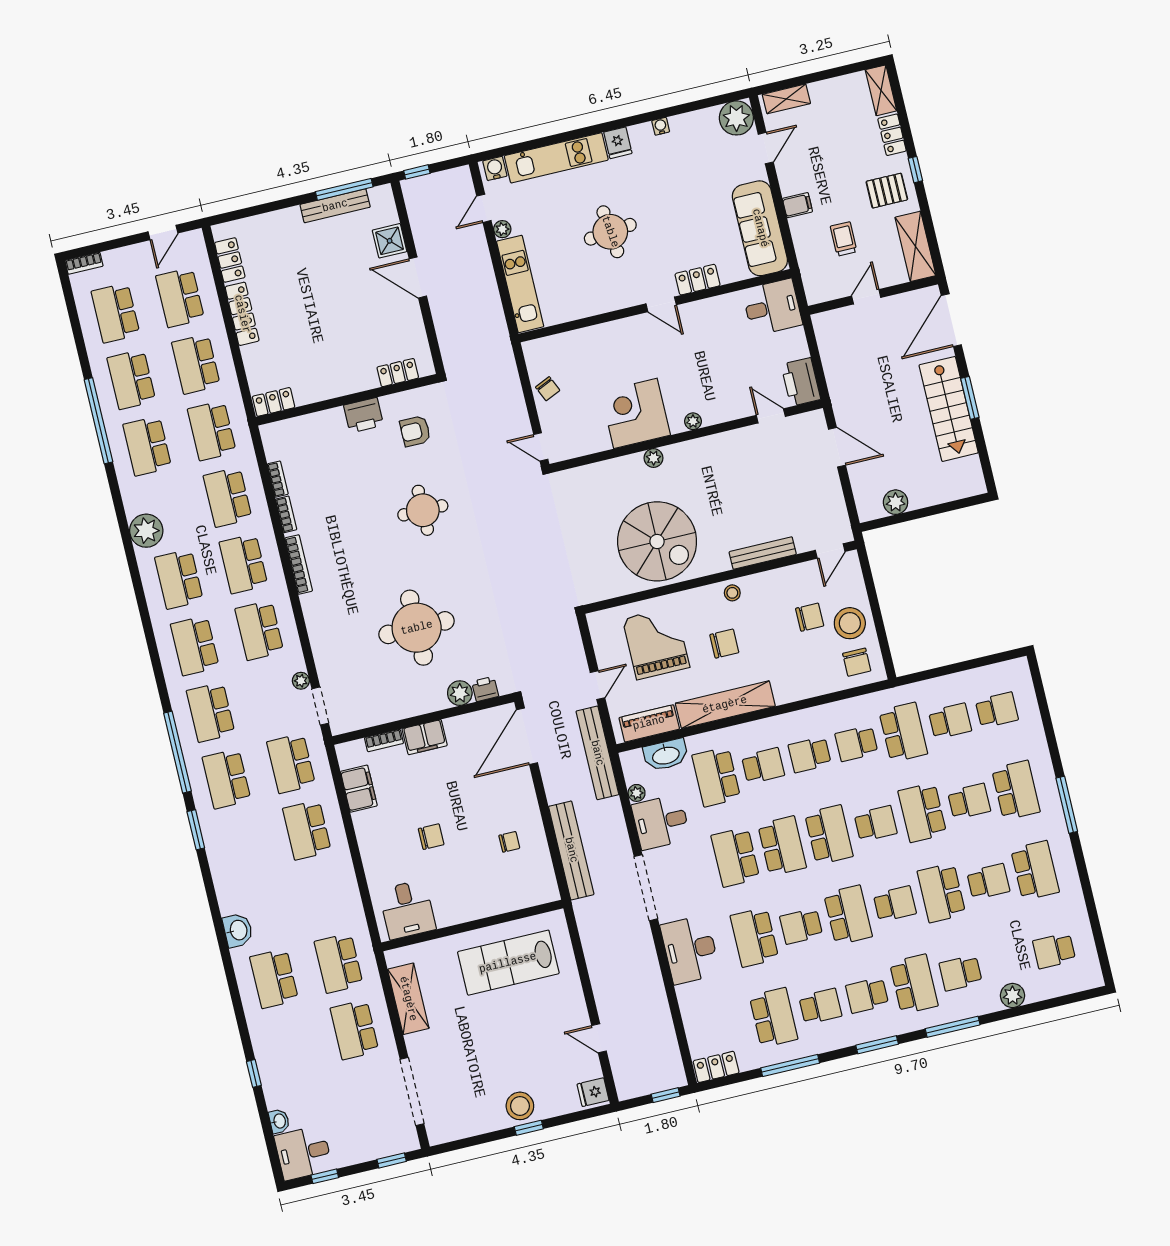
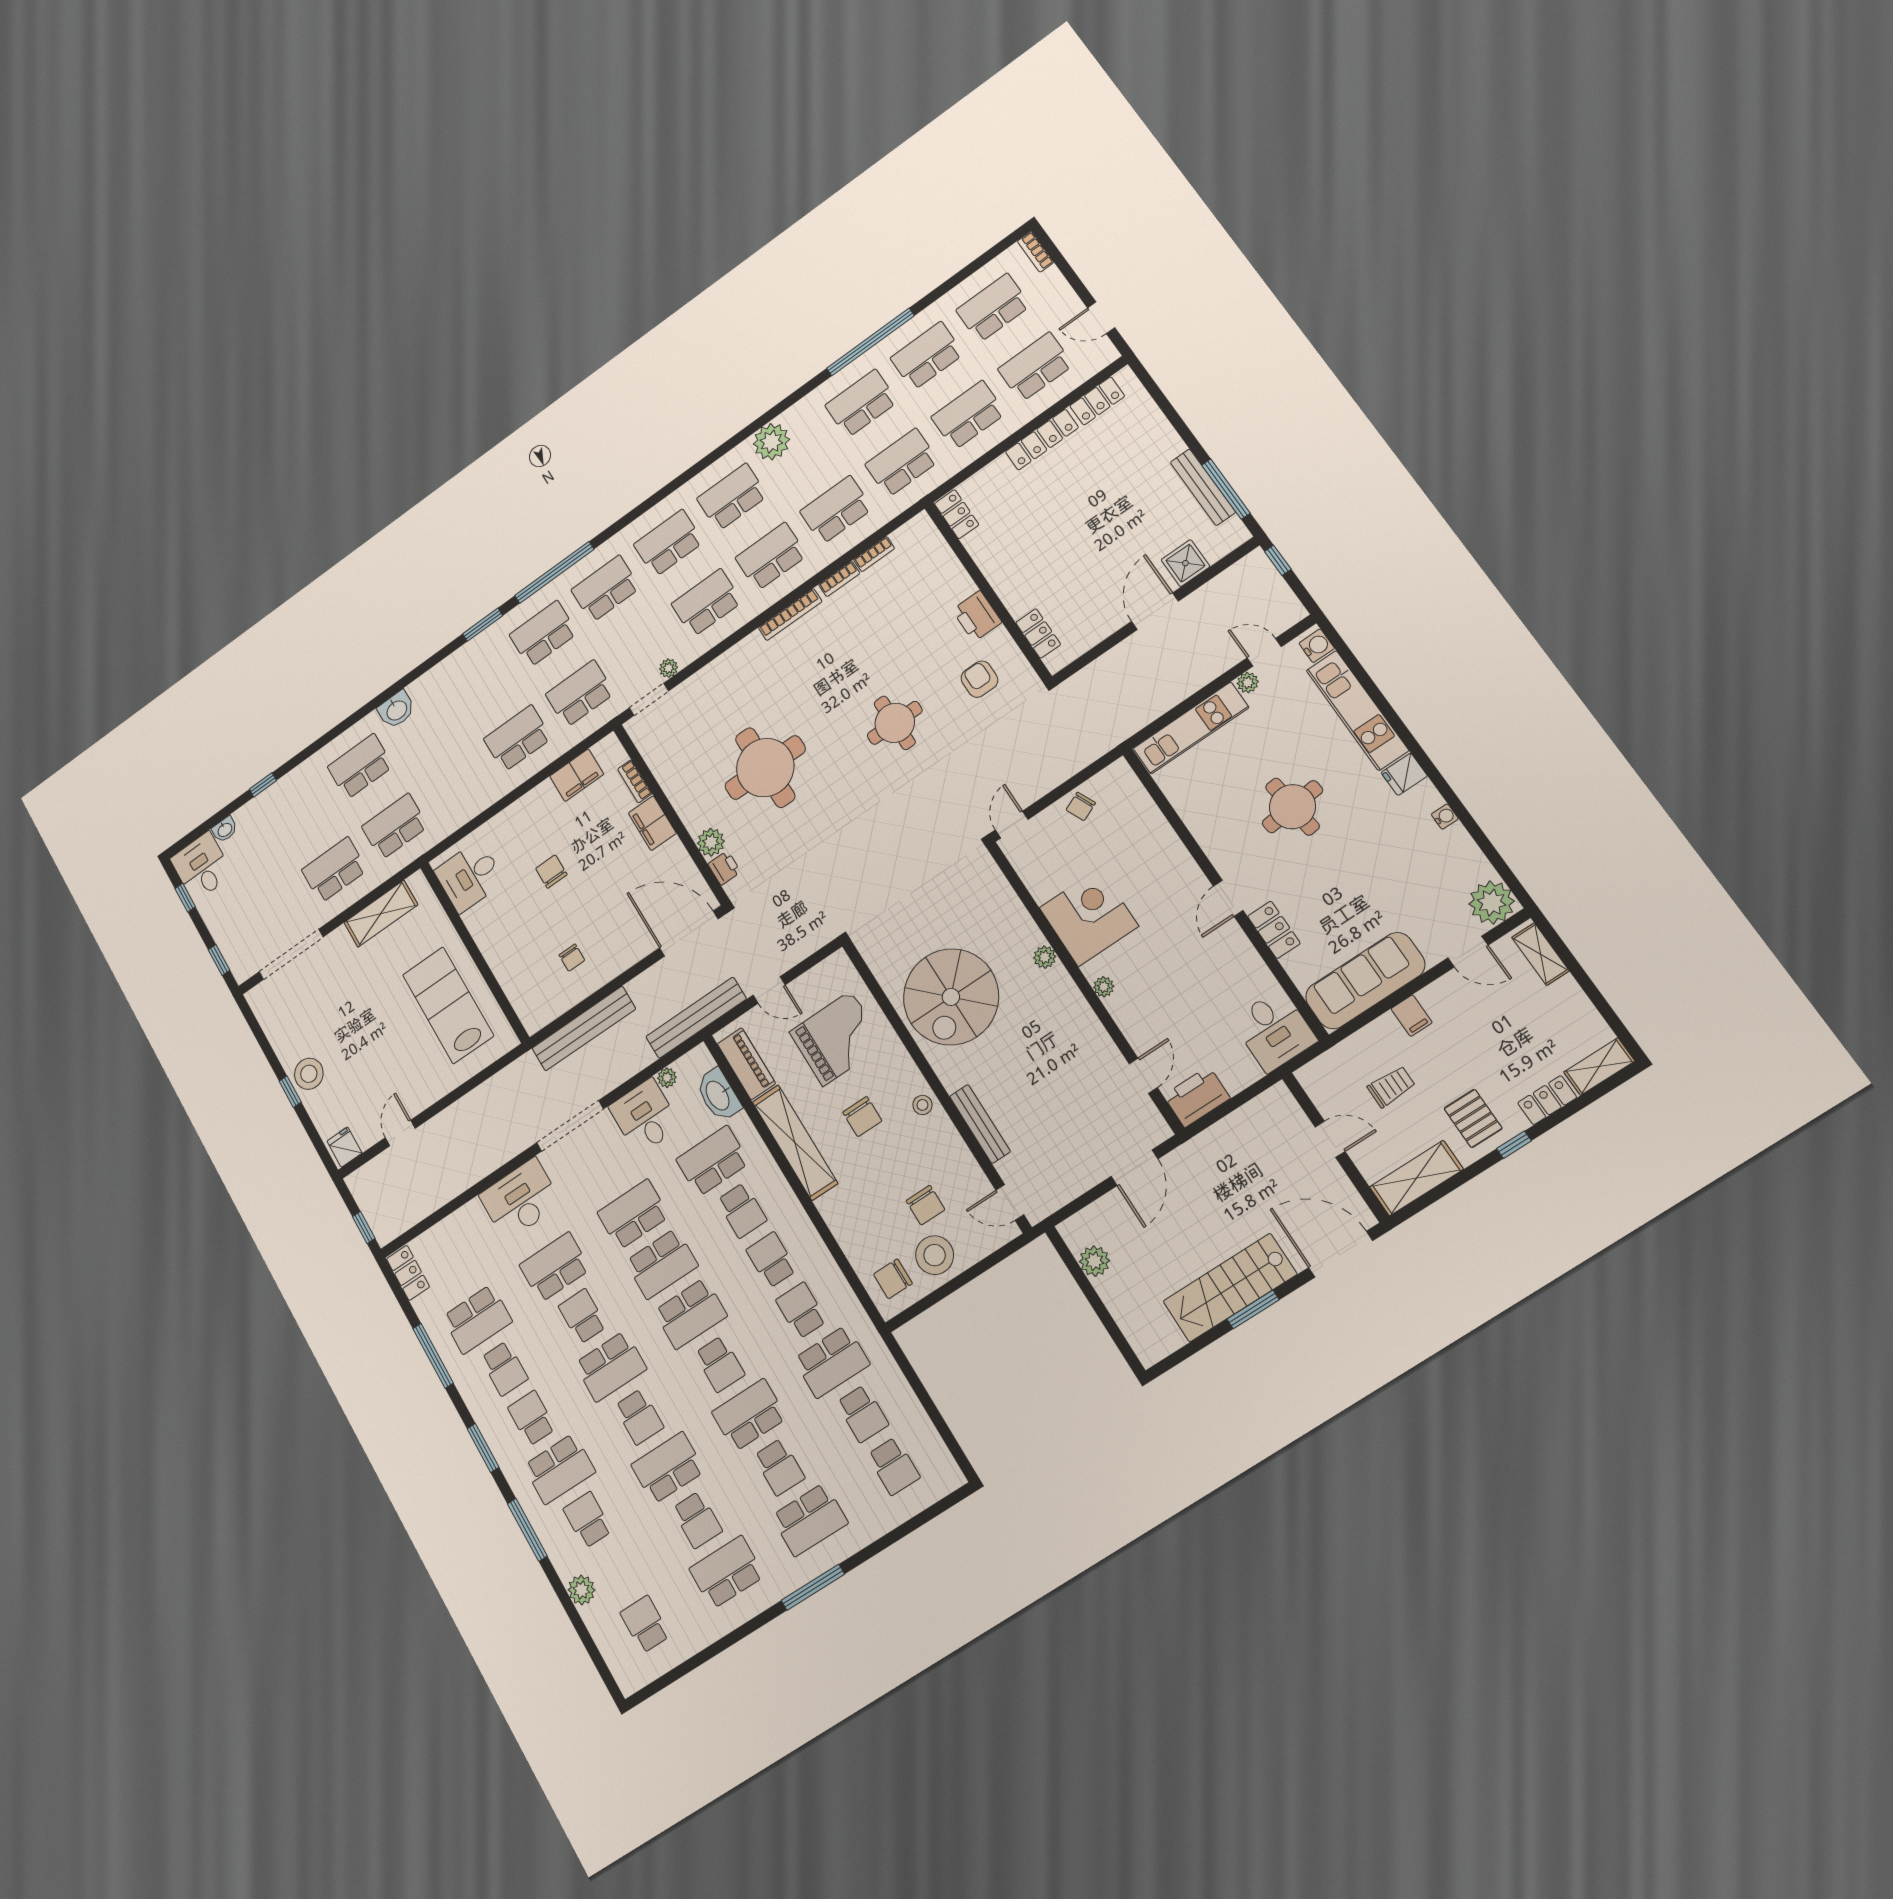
chair: (431, 837) -> (551, 872), turned 180
school desk: (1035, 870) -> (727, 1572), turned 180

